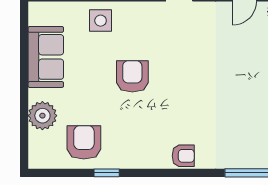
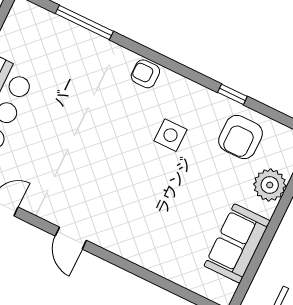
side table: (101, 21) -> (170, 135), moved
armchair: (132, 76) -> (158, 181), removed

